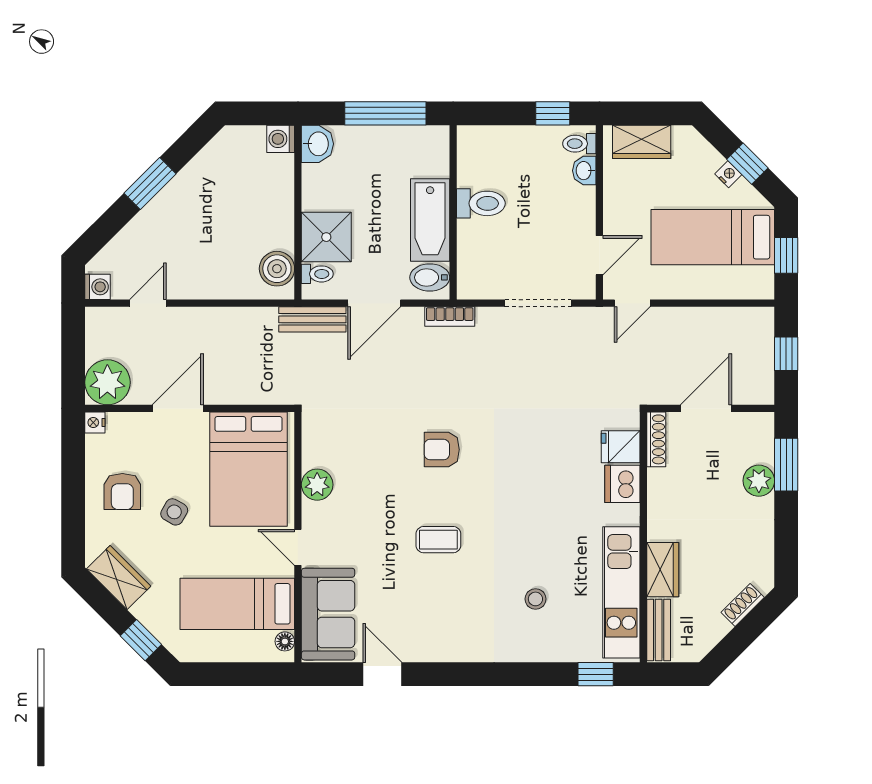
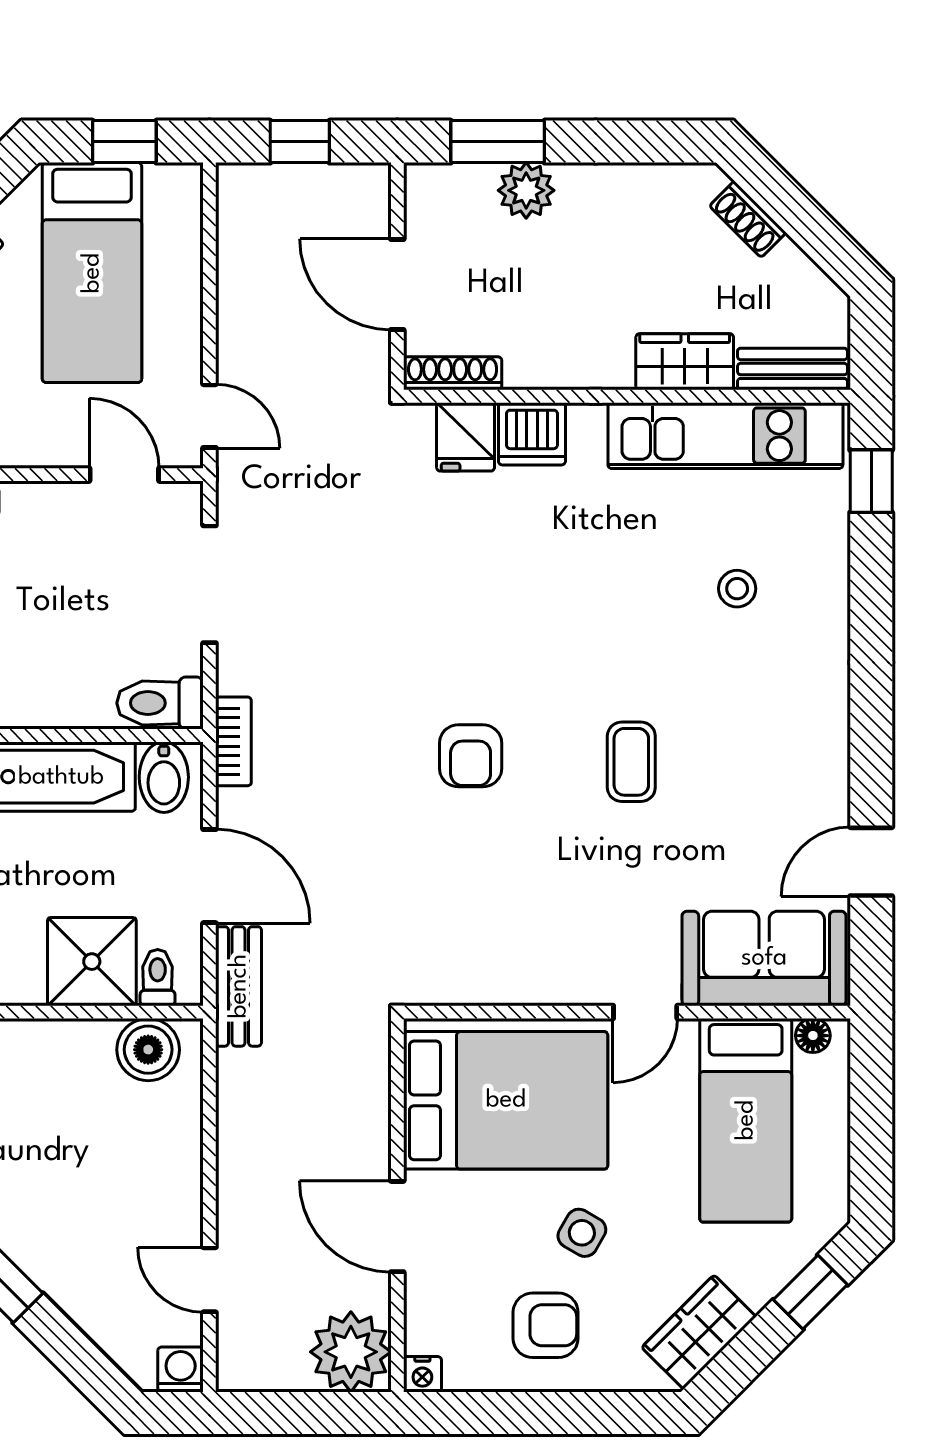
toilet: (481, 203) -> (160, 703), moved, turned -90
plant: (317, 485) -> (533, 978), removed

